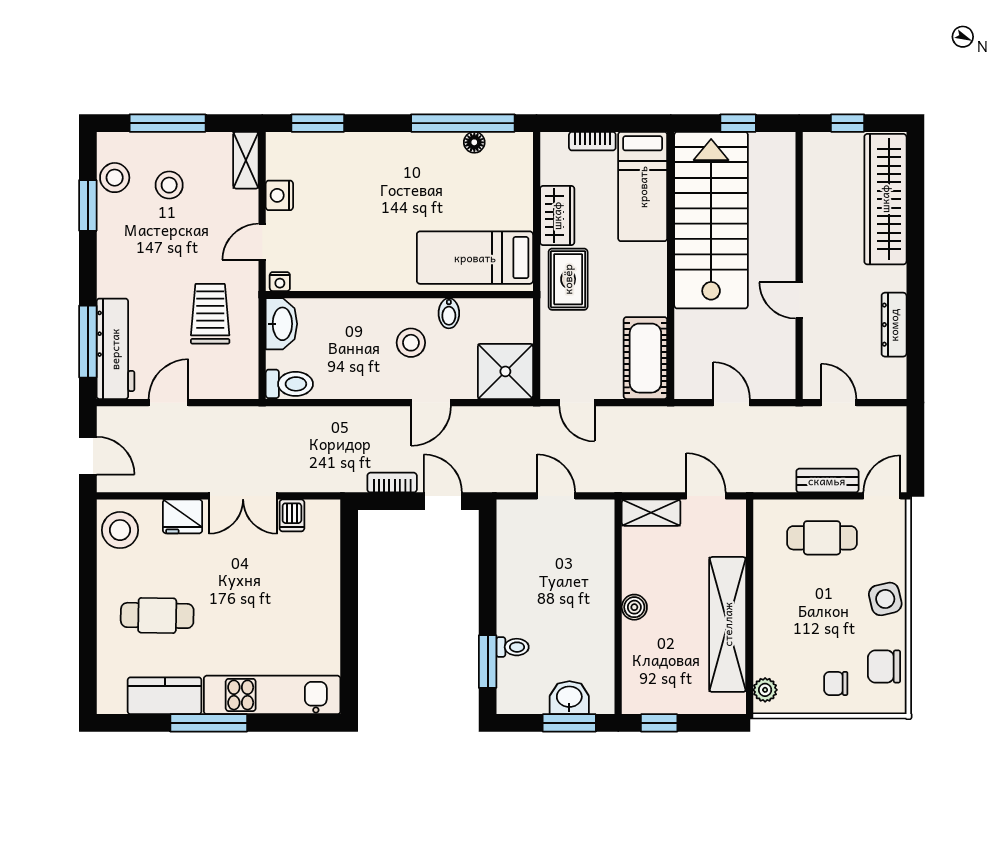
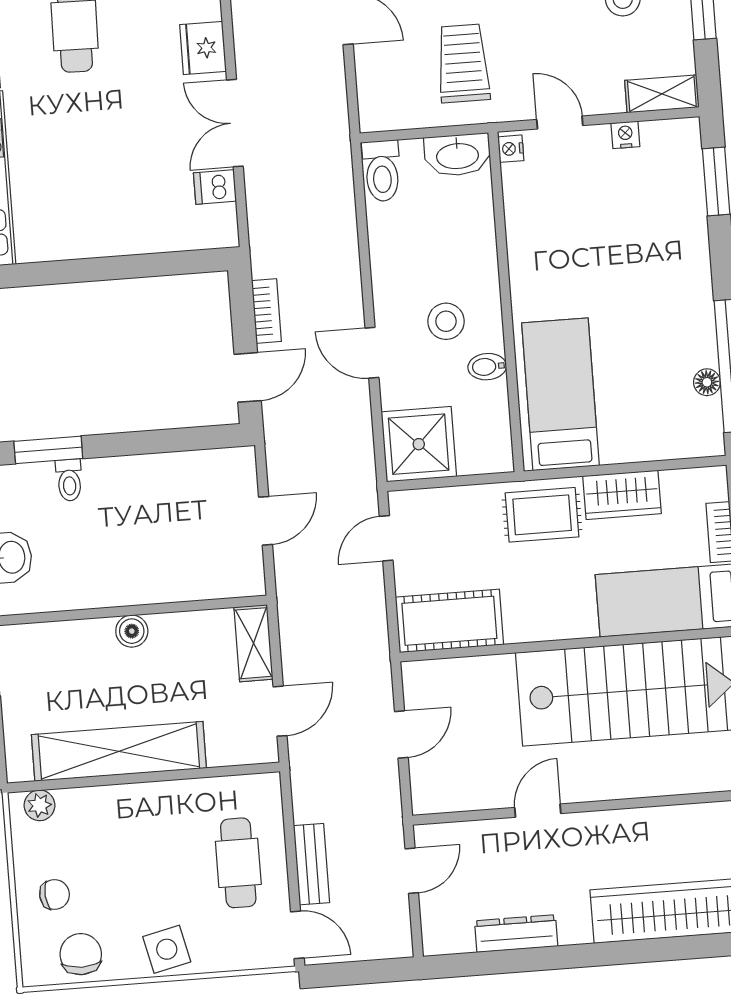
nightstand: (279, 195) -> (625, 135), width x0.72, depth x0.74
trolley: (210, 314) -> (463, 63), turned -90
chair: (836, 683) -> (55, 895), turned 85

